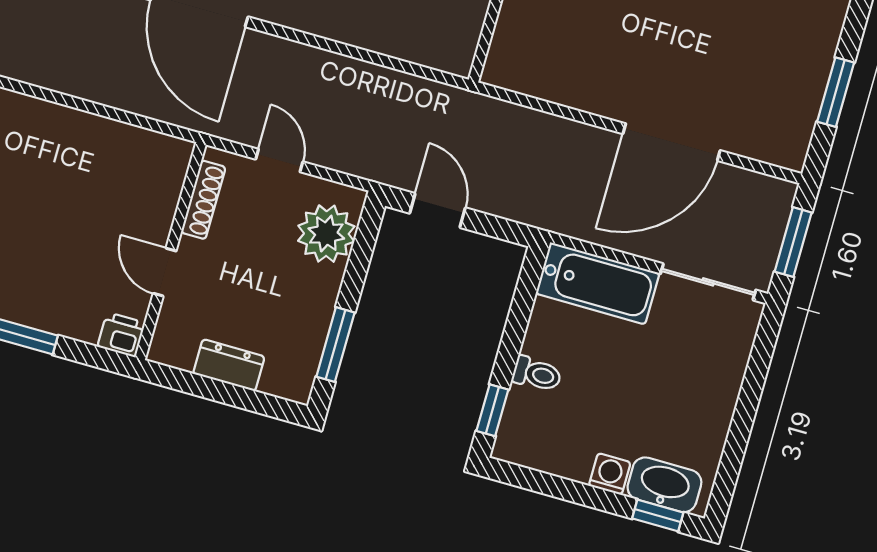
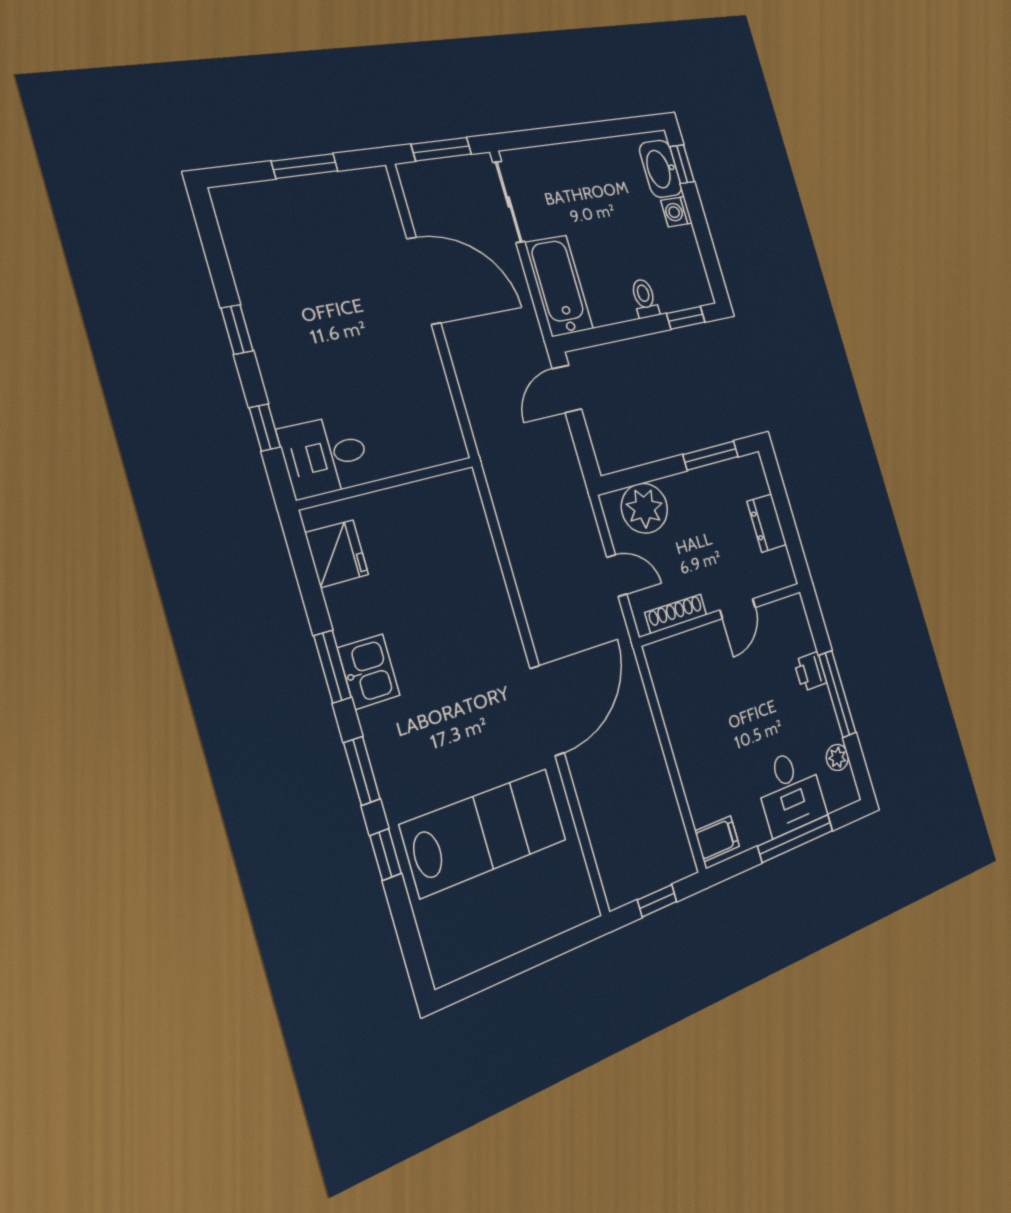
door: (279, 160) -> (617, 576), swing flipped
door: (438, 211) -> (567, 389), moved
printer: (121, 335) -> (810, 671), moved

